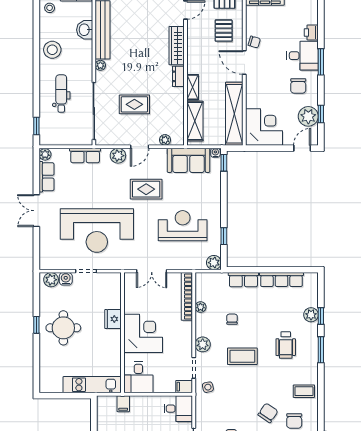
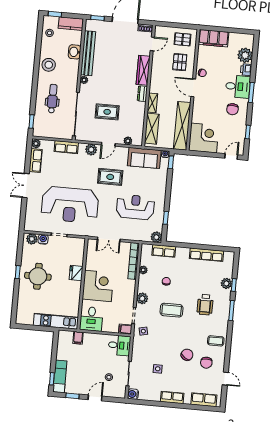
plant: (308, 116) -> (245, 55), moved
row of seats: (243, 280) -> (164, 251), moved

